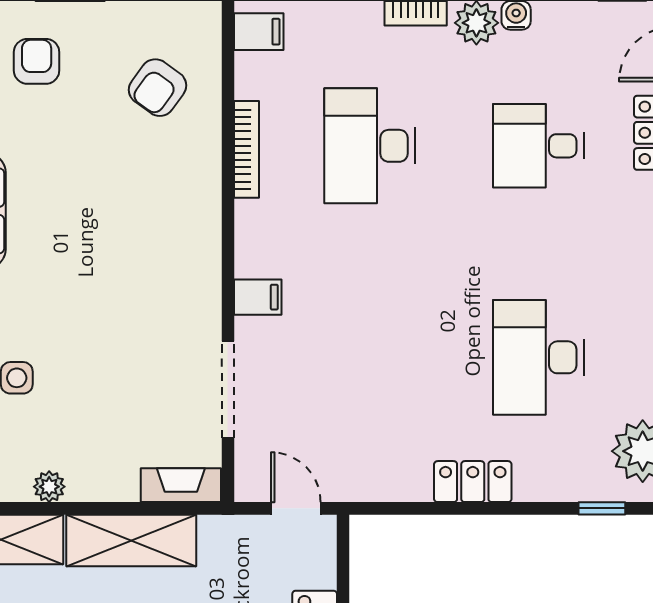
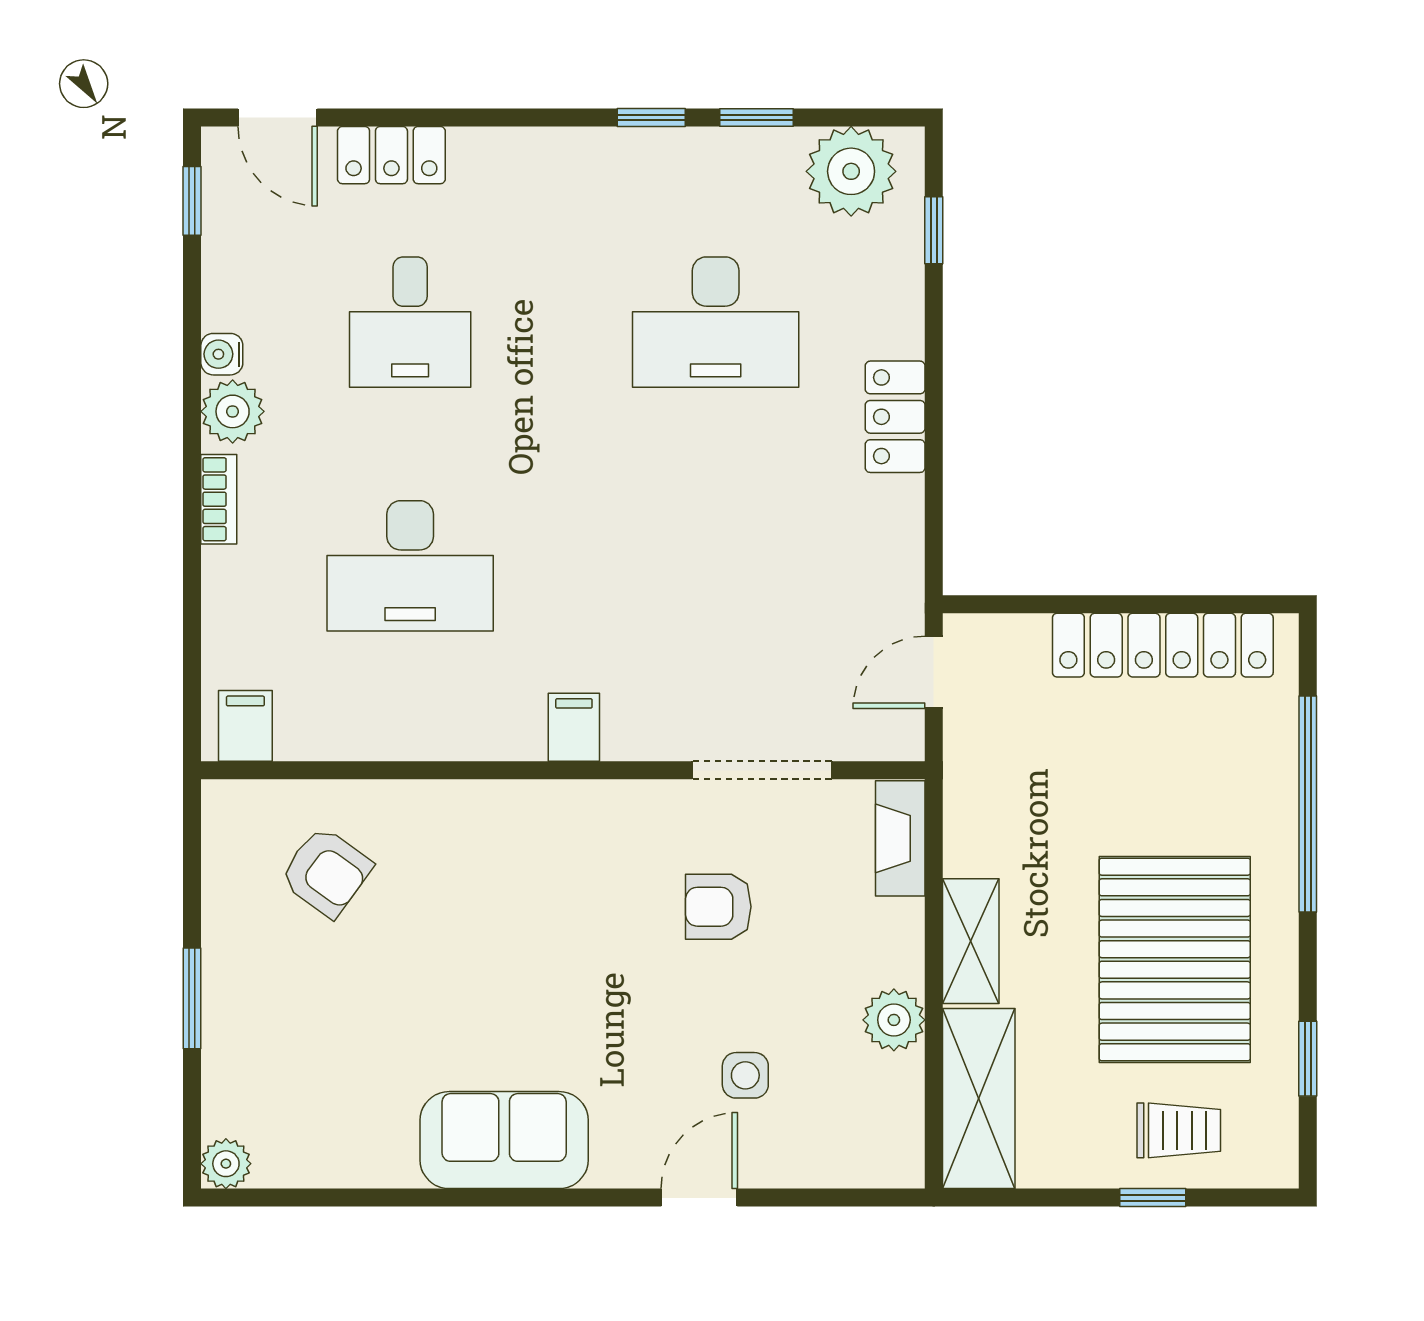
armchair: (37, 61) -> (718, 907), moved
bookcase: (247, 149) -> (415, 743), removed
filing cabinet: (258, 297) -> (574, 727), moved
plant: (49, 487) -> (894, 1020), width x1.38, depth x1.38
shelving: (131, 541) -> (971, 941), width x0.67, depth x0.75

